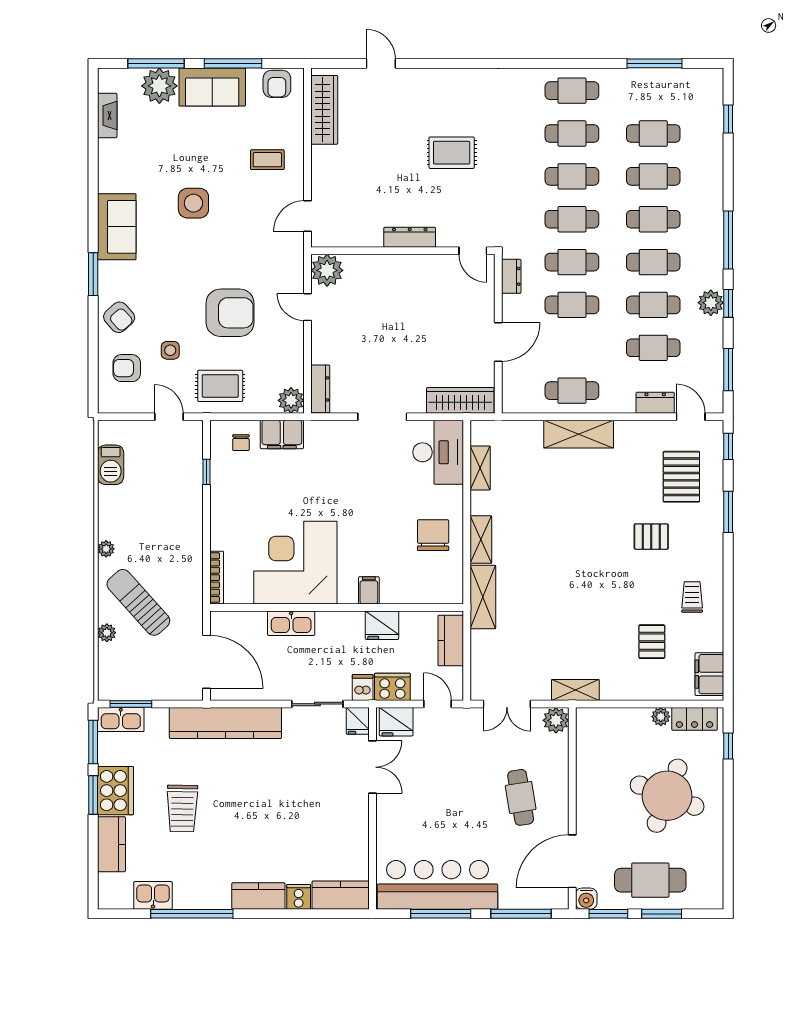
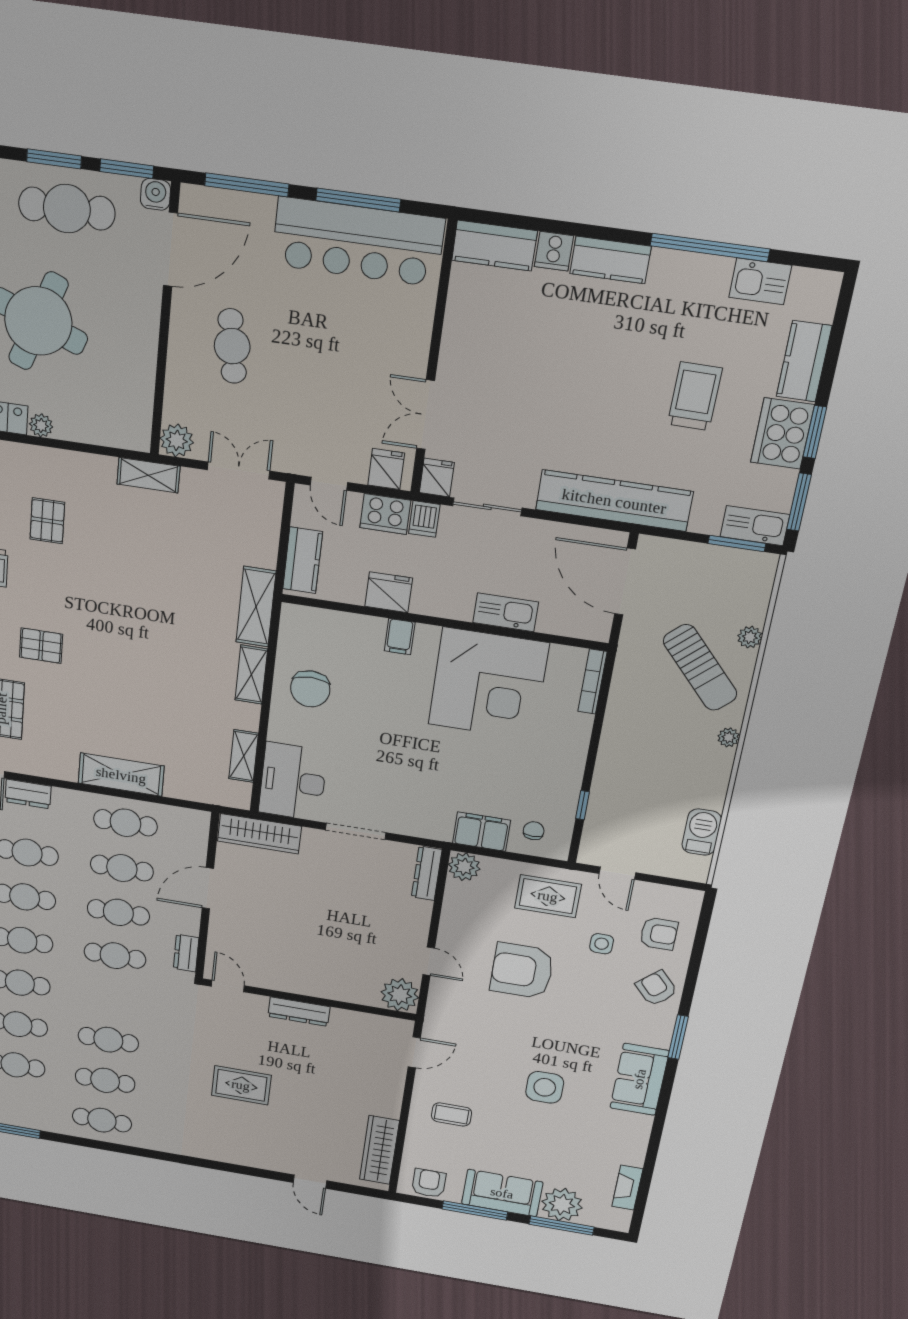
cafe table: (572, 219) -> (122, 868), moved
fridge: (396, 722) -> (386, 469), width x0.72

